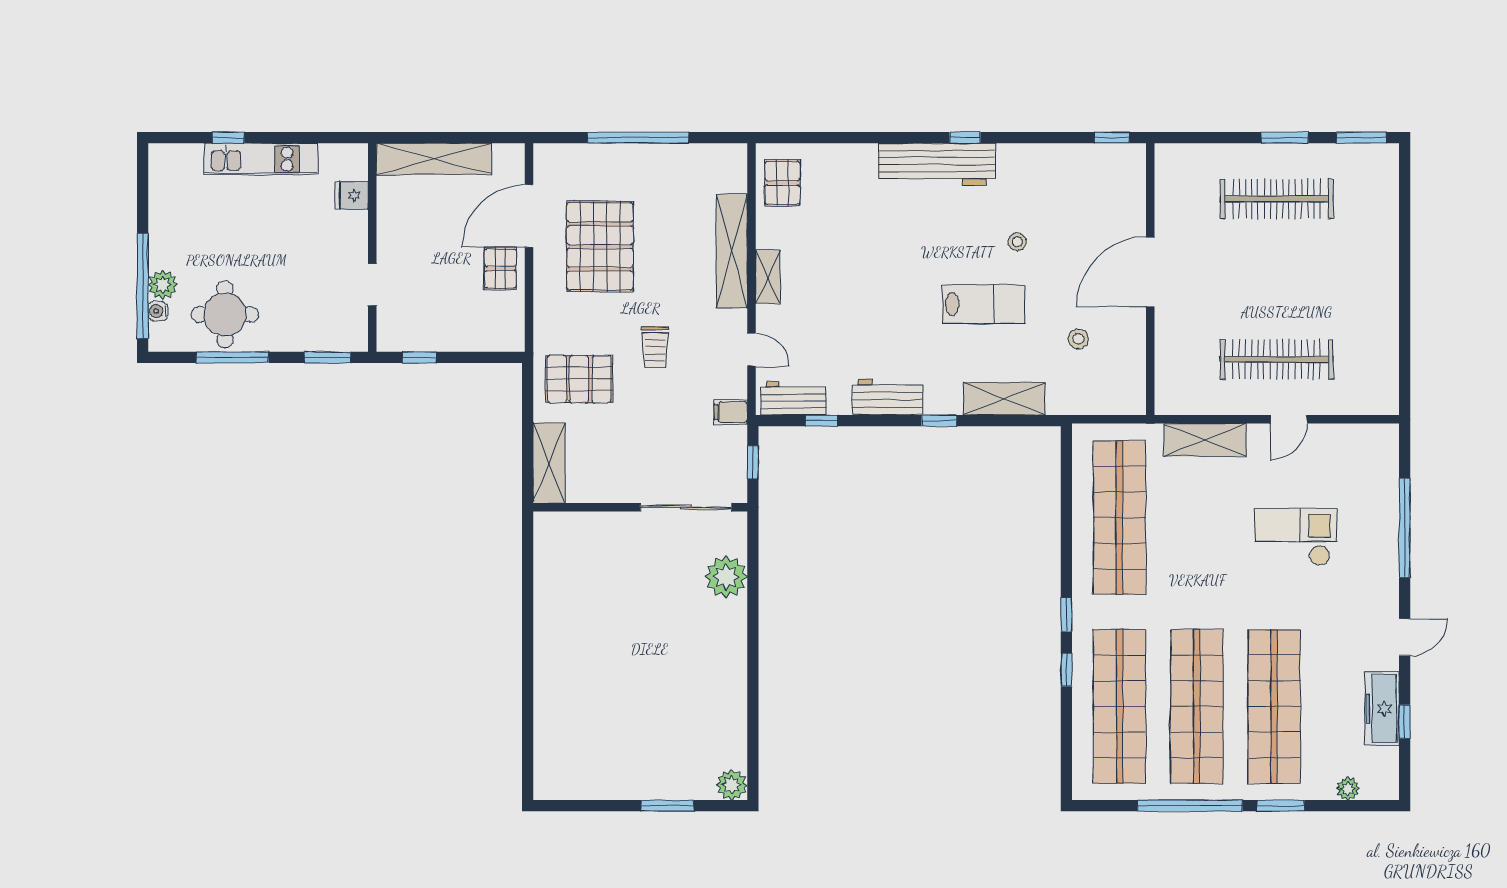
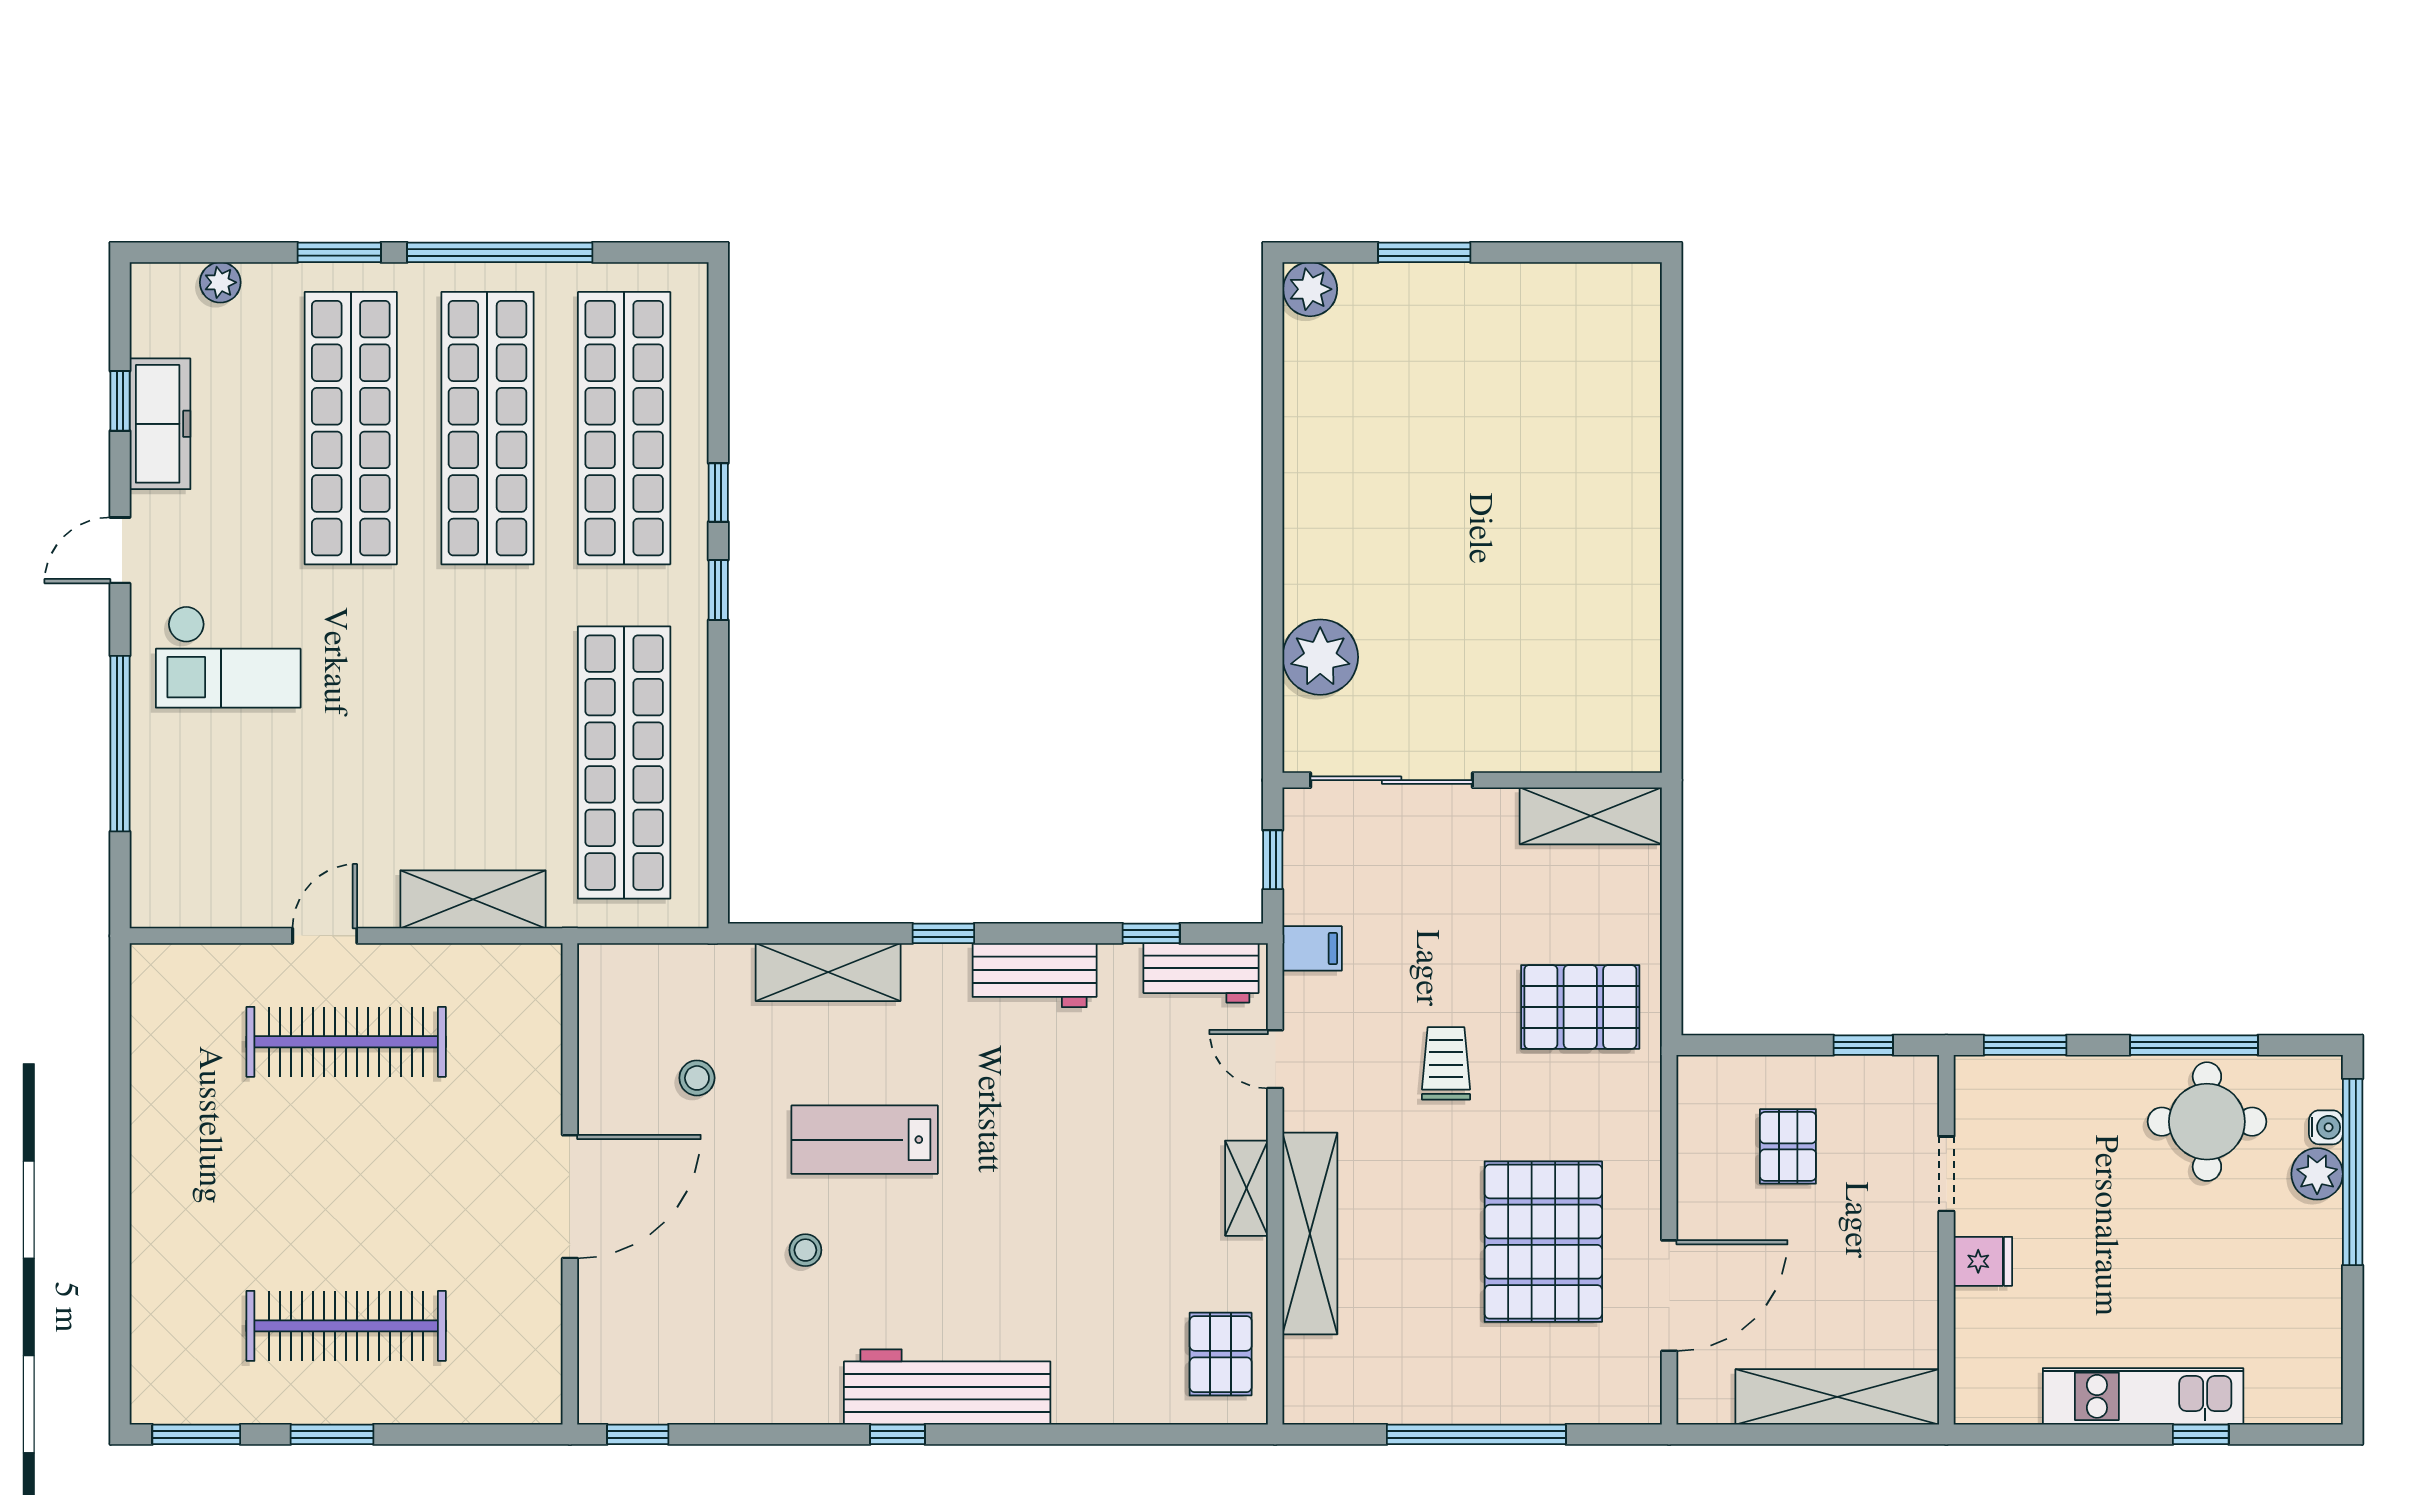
fridge: (352, 195) -> (1983, 1261), moved
pallet: (500, 268) -> (1788, 1146), moved
shelving: (549, 463) -> (1591, 816), moved, turned 90
checkout: (1296, 537) -> (228, 657), moved

